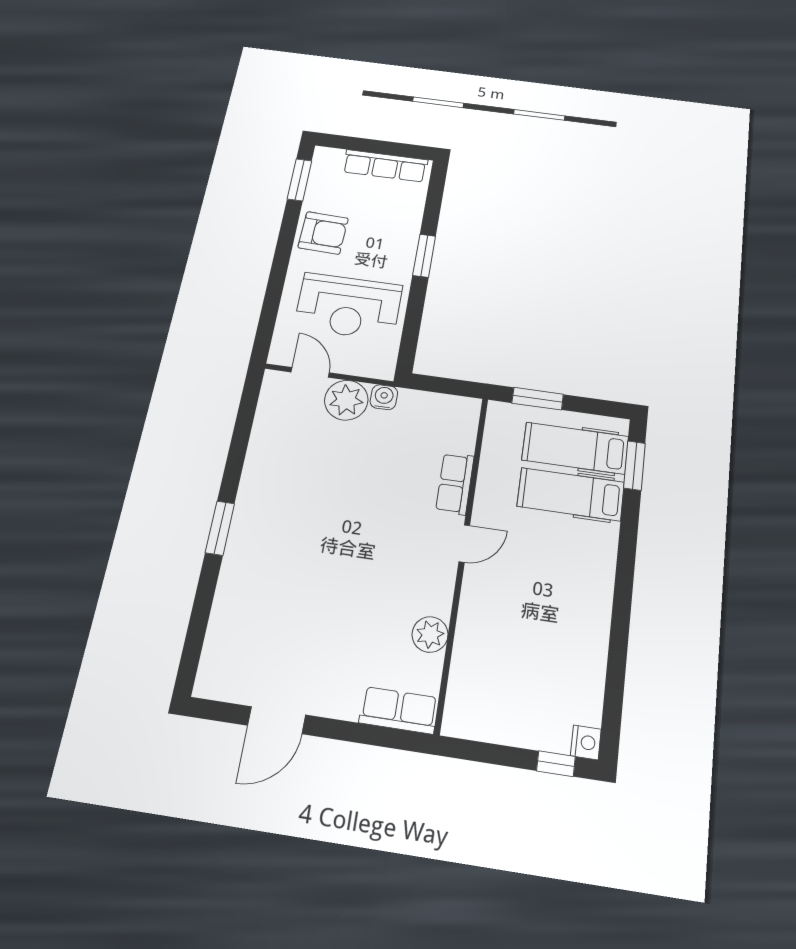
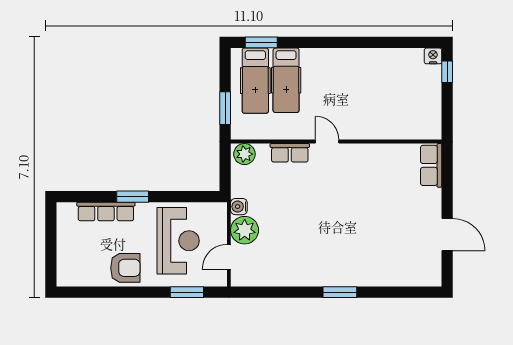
row of seats: (385, 166) -> (106, 212), moved, turned 90
window: (299, 180) -> (187, 292), moved
armchair: (323, 233) -> (125, 268), turned 88
plant: (430, 634) -> (244, 154), moved

